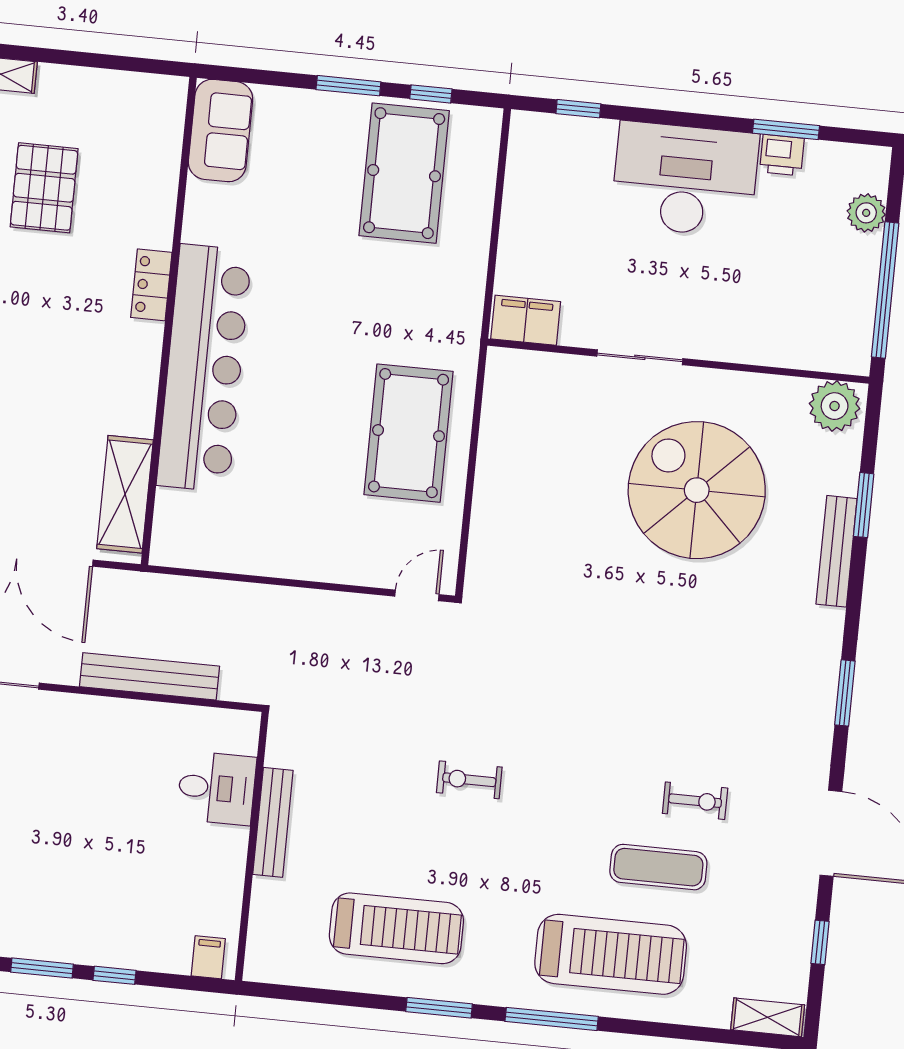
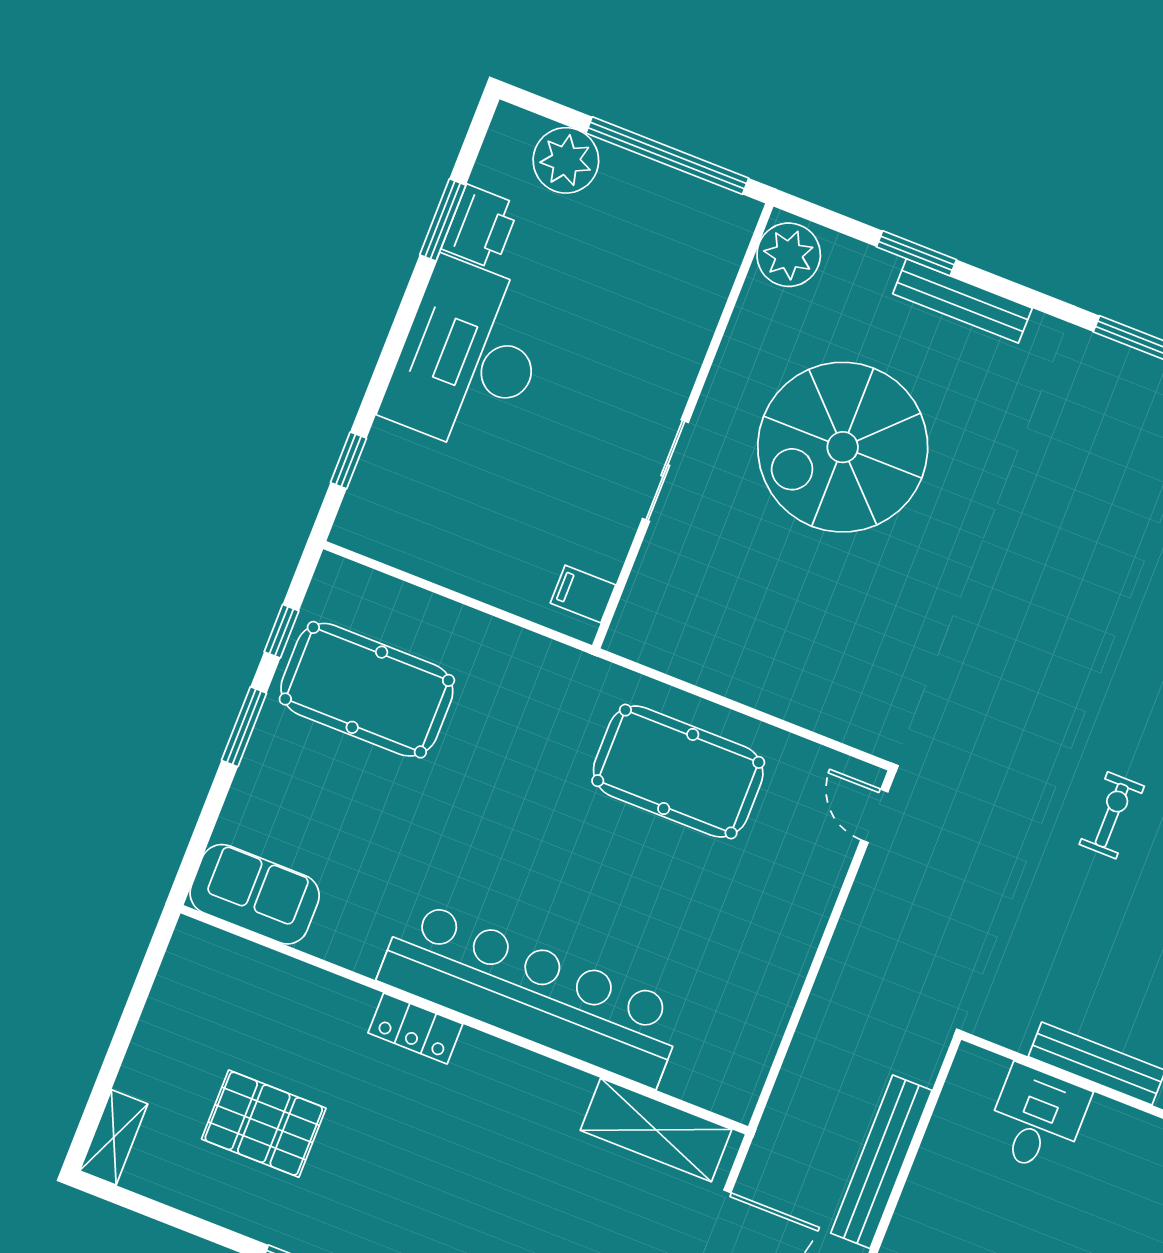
printer: (782, 155) -> (481, 227), width x1.36, depth x1.24
plant: (866, 213) -> (566, 160), width x1.36, depth x1.36
filing cabinet: (526, 320) -> (583, 594), width x0.50
exercise bike: (469, 780) -> (1112, 815), turned 180

